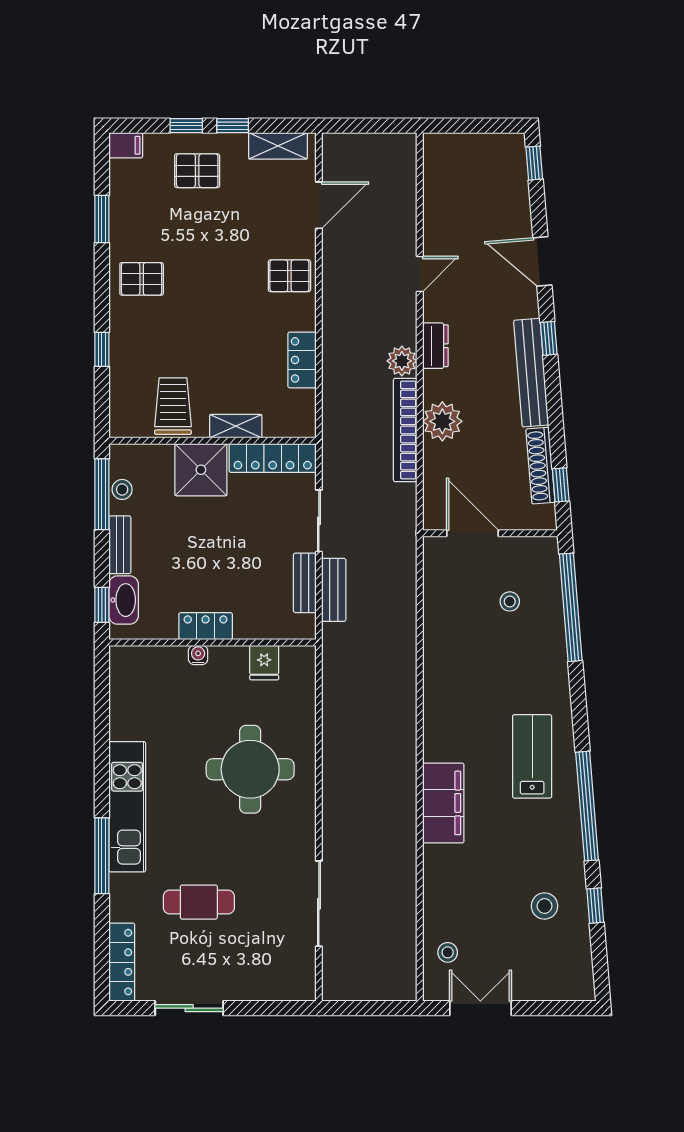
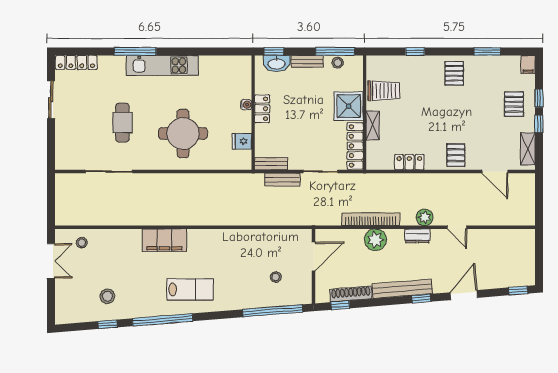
plant: (402, 361) -> (425, 217), moved
bench: (305, 583) -> (271, 164), moved
cafe table: (199, 902) -> (122, 123), moved

